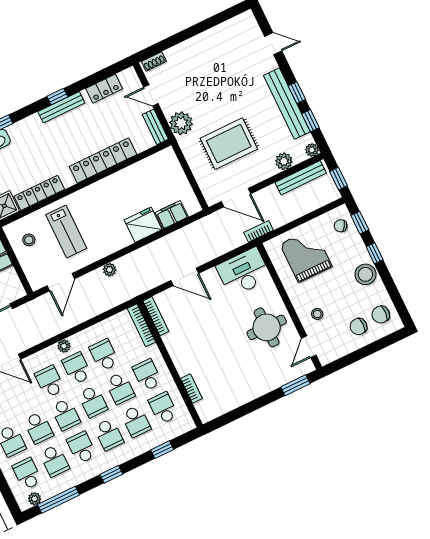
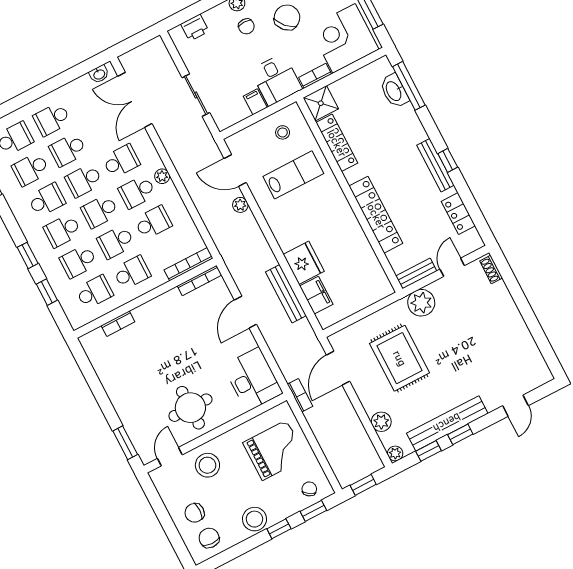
bench: (301, 178) -> (286, 294), moved
lab bench: (66, 232) -> (293, 175), turned 180
plant: (110, 270) -> (240, 205), moved
stool: (317, 314) -> (207, 465), width x1.89, depth x1.89
chair: (358, 326) -> (195, 513), turned -90
door: (309, 347) -> (170, 457), hinge flipped
school desk: (77, 368) -> (137, 192), turned 180
window: (111, 474) -> (28, 255), moved

